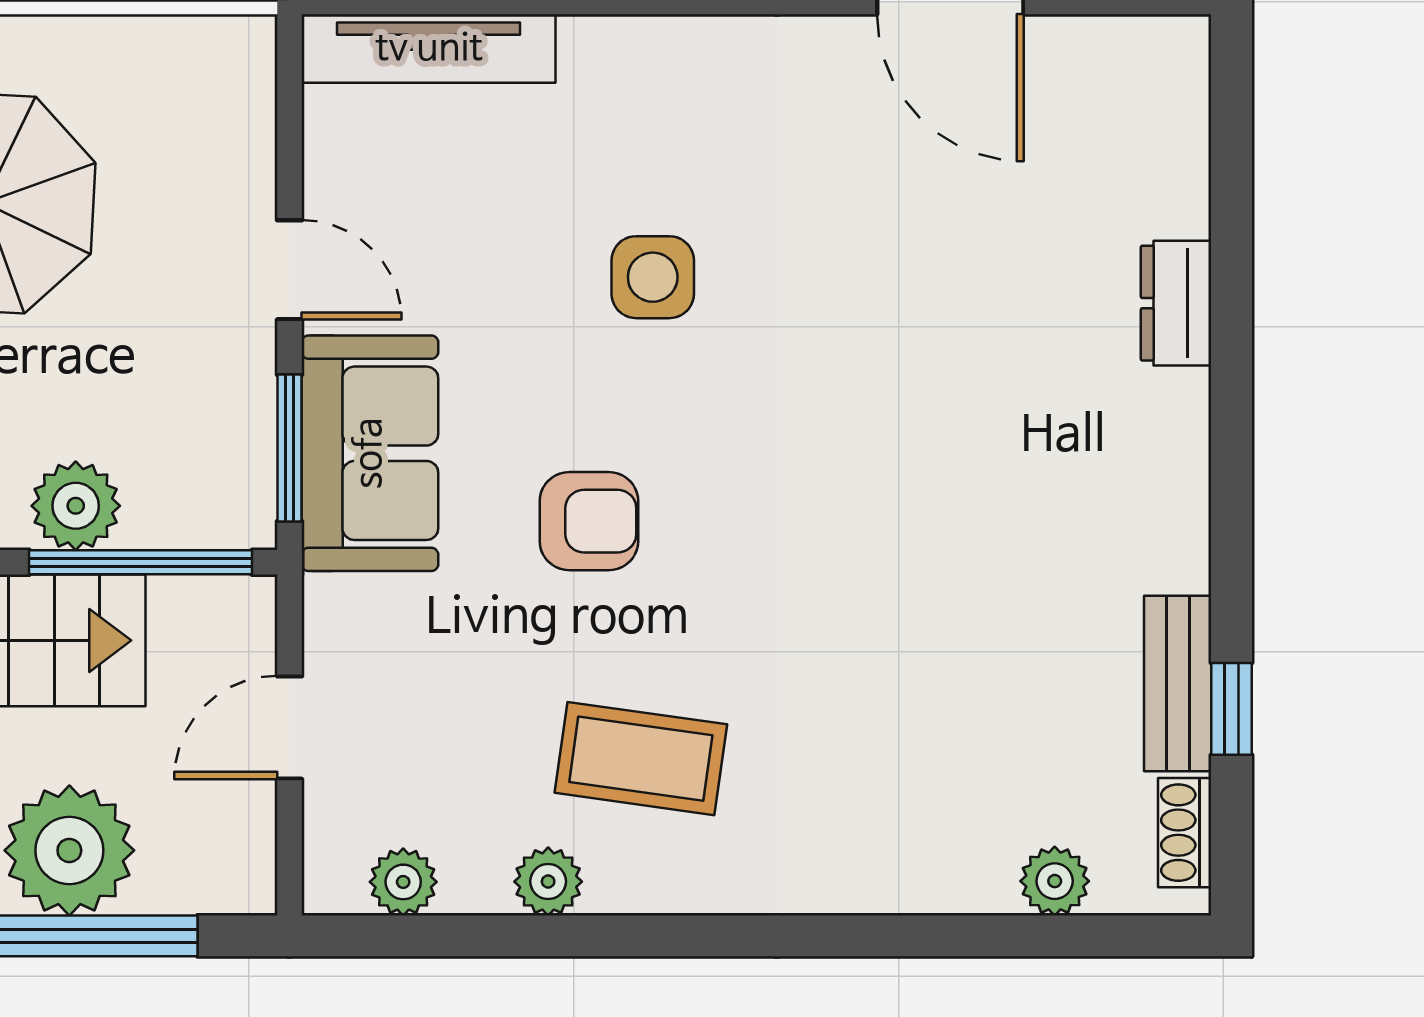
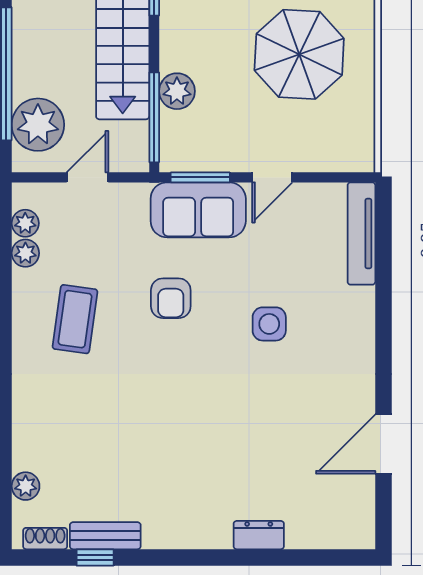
door: (289, 728) -> (88, 177), hinge flipped
plant: (69, 850) -> (38, 125), moved
plant: (548, 882) -> (25, 253), moved

